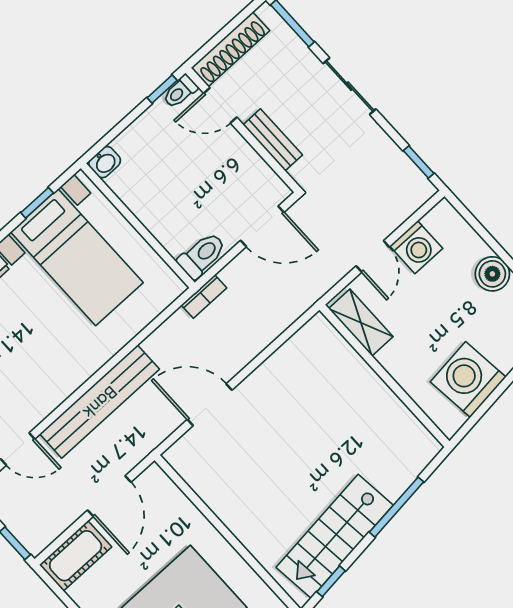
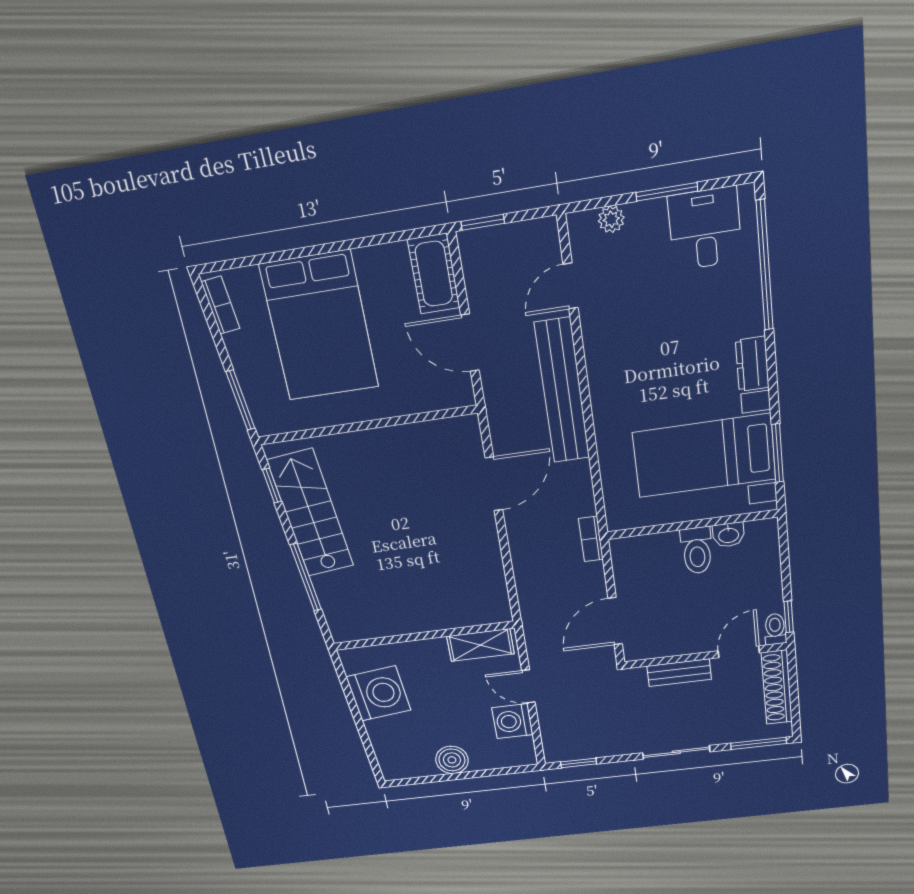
washbasin: (105, 162) -> (729, 535), moved, turned -90
window: (37, 203) -> (778, 453), width x1.50
toilet: (202, 255) -> (697, 550), moved

